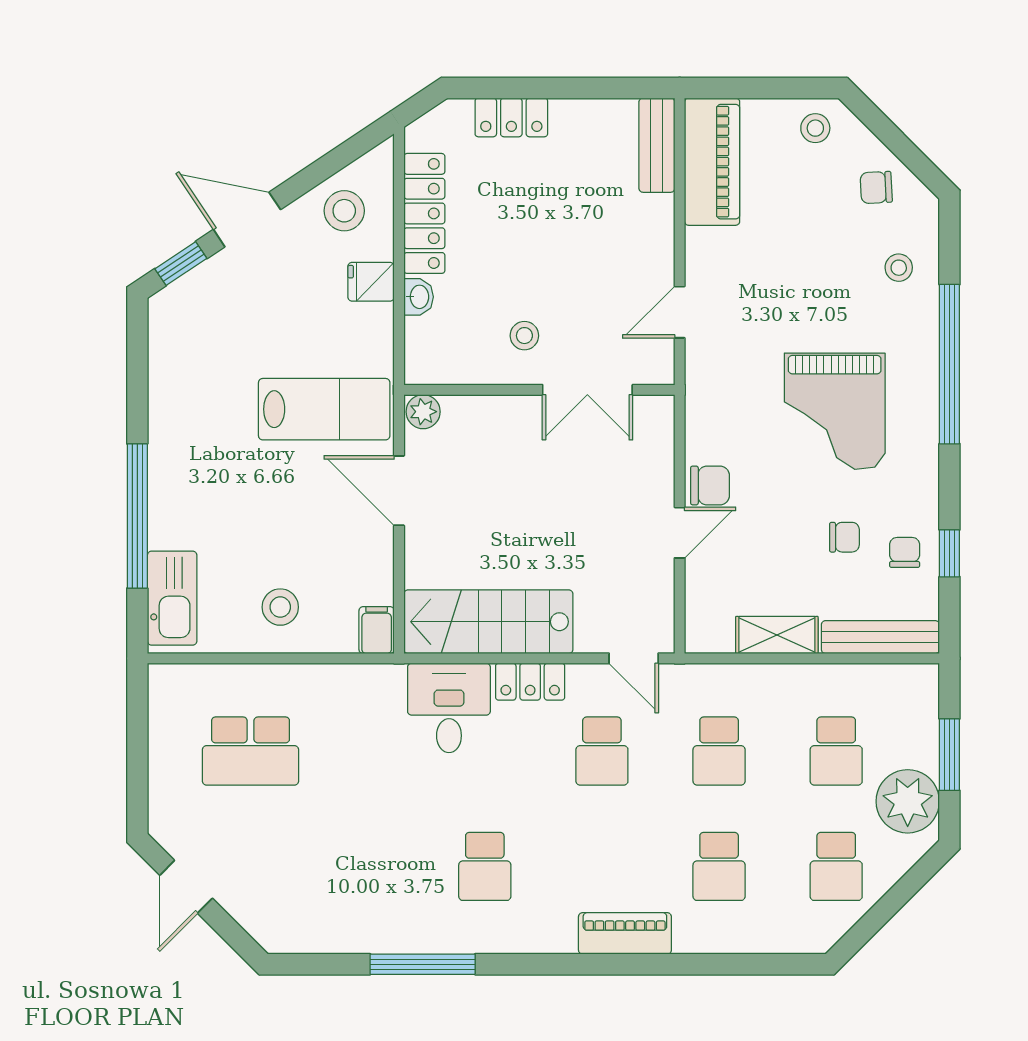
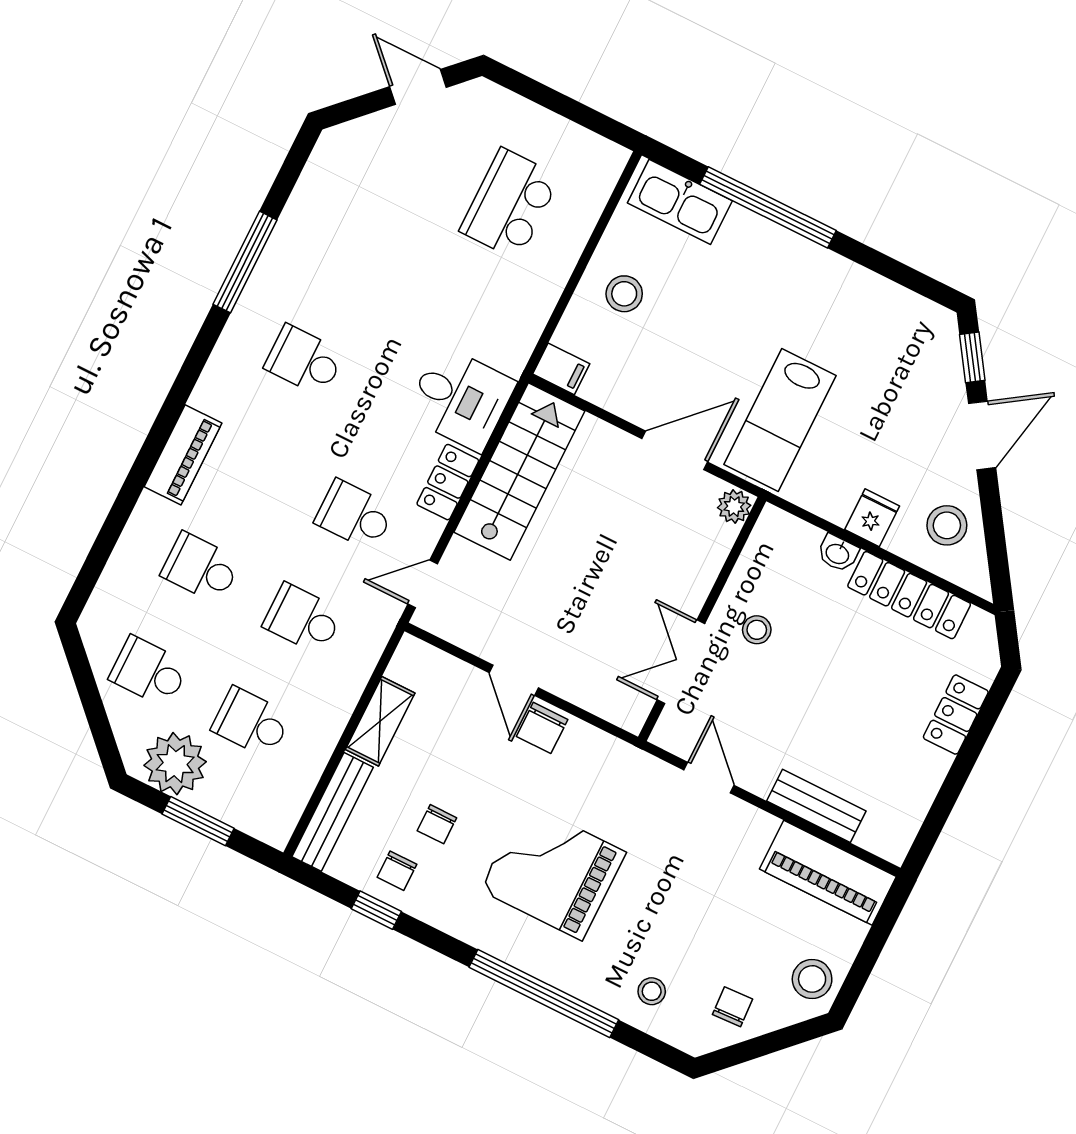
stool: (815, 128) -> (812, 979), width x1.37, depth x1.37
bench: (657, 145) -> (816, 806), moved
chair: (905, 552) -> (397, 871), turned 90

